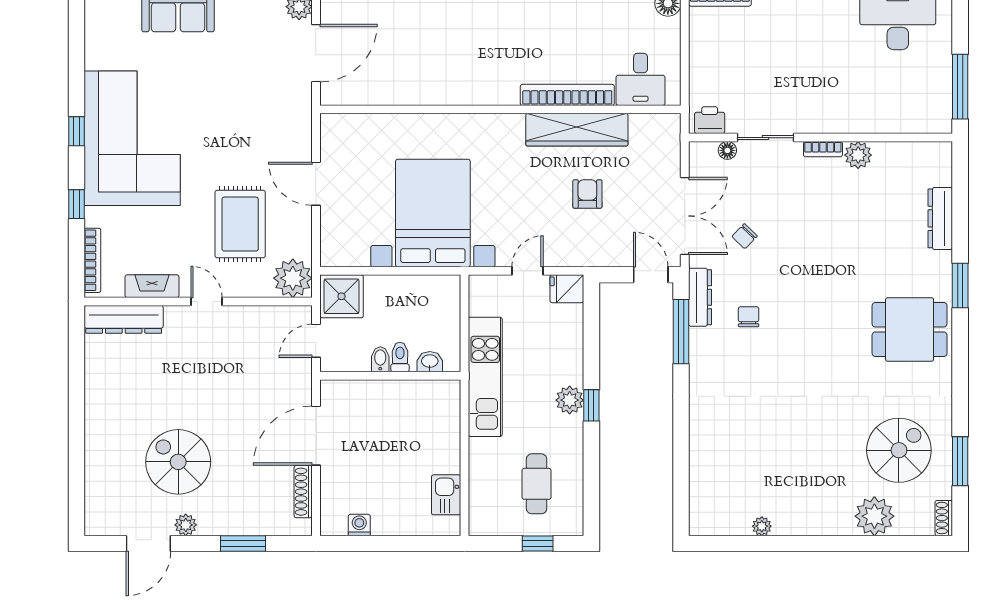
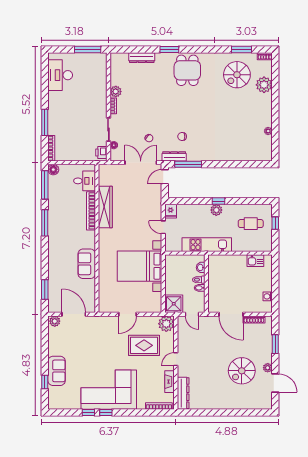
sofa: (439, 85) -> (87, 264), added
armchair: (587, 194) -> (132, 203), removed
window: (76, 204) -> (88, 413), moved
spiral stairs: (899, 450) -> (237, 75), turned -90

